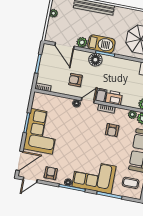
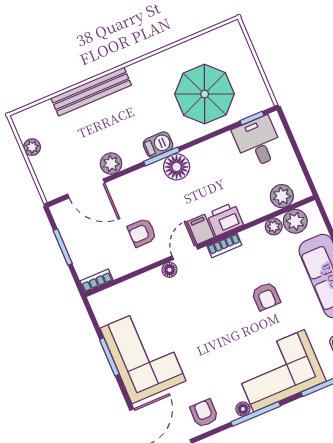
barbecue: (101, 44) -> (158, 145), width x0.53, depth x0.65
floor lamp: (95, 60) -> (177, 167), moved
armchair: (112, 130) -> (266, 296), moved

